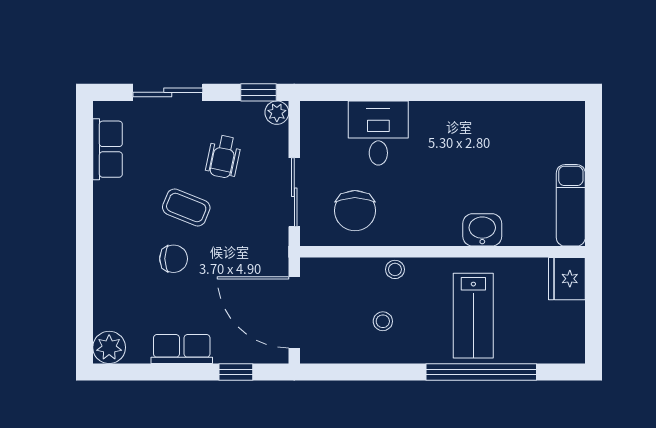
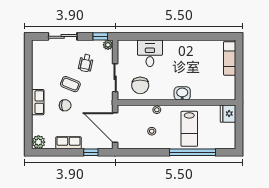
row of seats: (108, 149) -> (38, 102), moved
exam couch: (571, 205) -> (230, 58), moved
washbasin: (482, 230) -> (182, 93), moved

